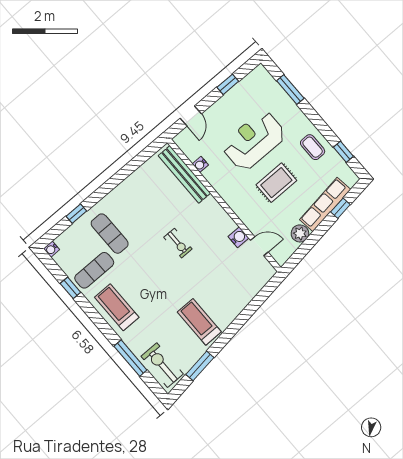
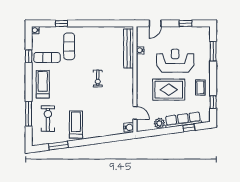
rug: (276, 183) -> (169, 90), width x1.36, depth x1.43
water cooler: (238, 237) -> (129, 127), moved
exercise bike: (162, 365) -> (48, 119), moved

